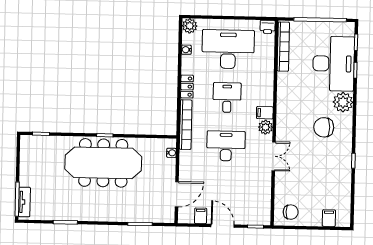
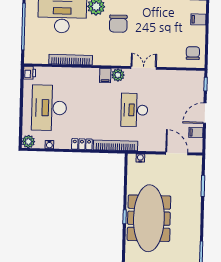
bookcase: (283, 47) -> (71, 60), moved
desk: (227, 98) -> (92, 109), removed

